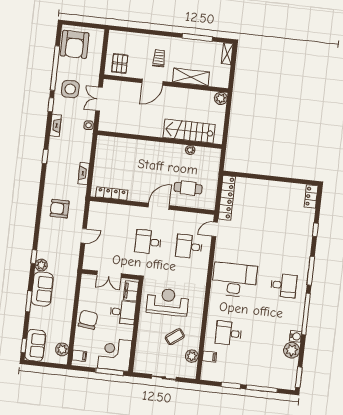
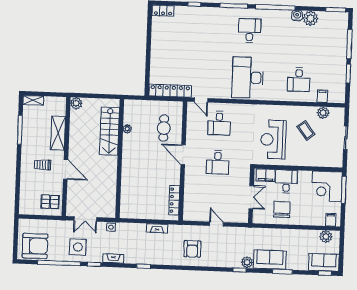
chair: (88, 320) -> (282, 209), moved, turned 83

